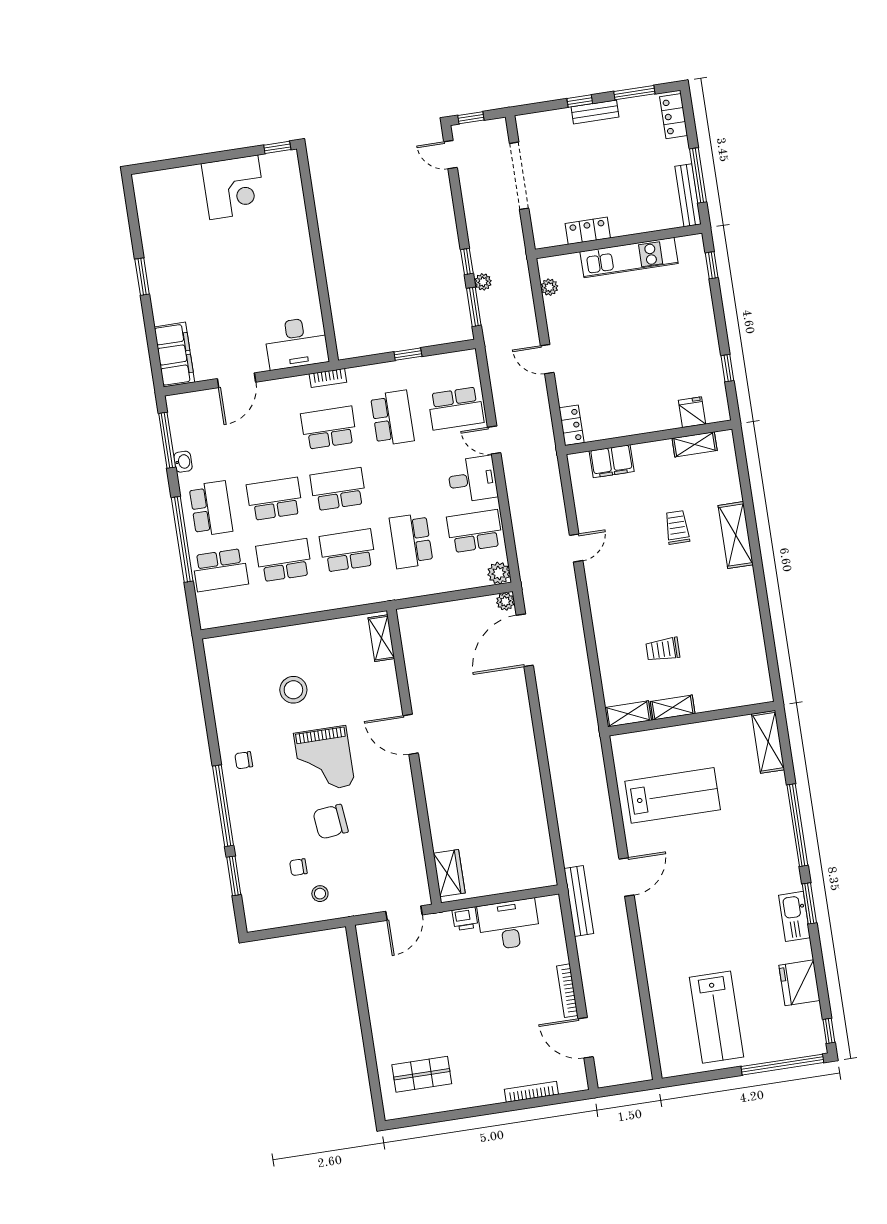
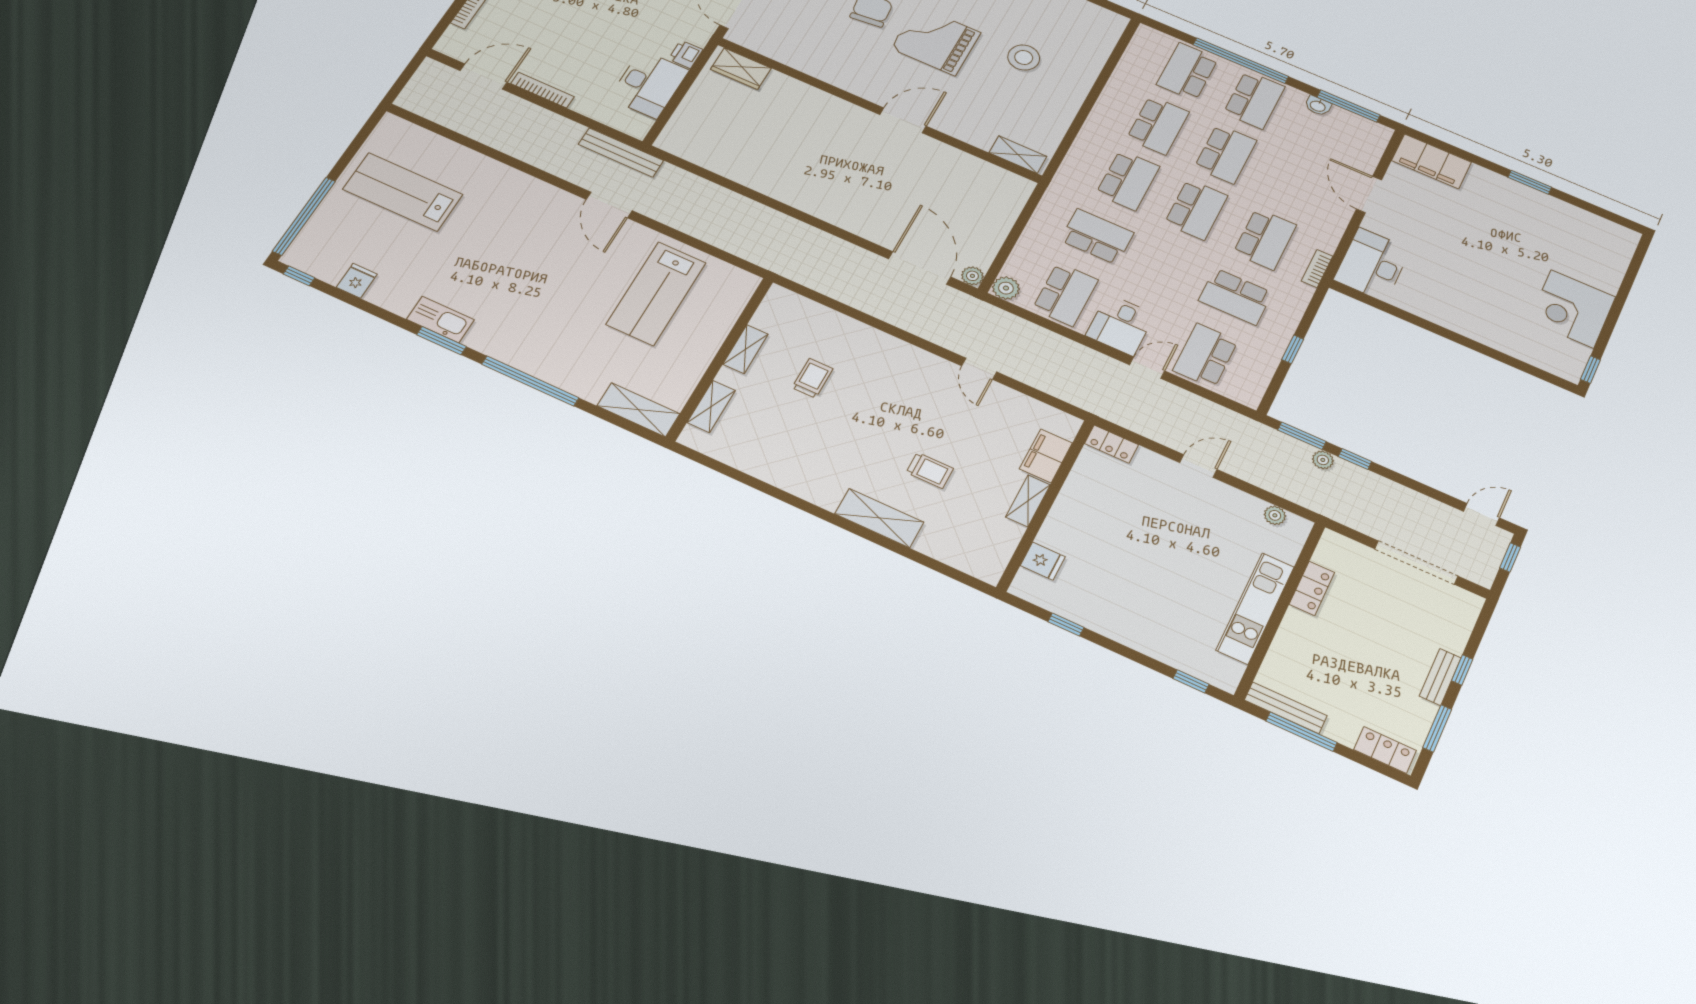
shelving: (695, 444) -> (1028, 501), moved
school desk: (211, 509) -> (1254, 100), turned -90
shelving: (628, 714) -> (711, 407), moved
fridge: (799, 983) -> (357, 281), width x0.53, depth x0.75

